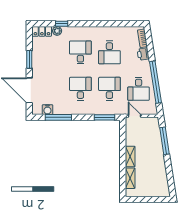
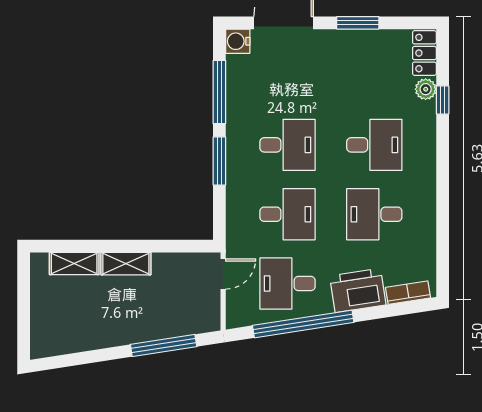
printer: (143, 54) -> (358, 290), width x1.87, depth x1.48
water cooler: (47, 110) -> (238, 41), moved
window: (104, 117) -> (219, 161), moved

